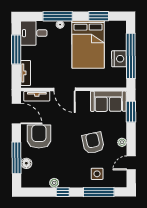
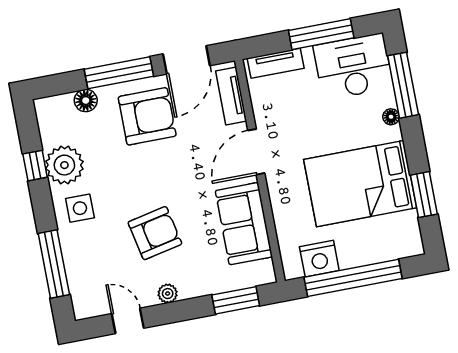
window: (58, 16) -> (403, 85), moved
desk: (34, 33) -> (353, 67), width x1.37
nightstand: (119, 59) -> (319, 259), moved
sofa: (108, 101) -> (244, 224), moved
window: (17, 158) -> (119, 73), moved
side table: (97, 174) -> (80, 208), moved
plant: (54, 183) -> (64, 165), width x1.87, depth x1.87
window: (63, 192) -> (35, 166), moved

